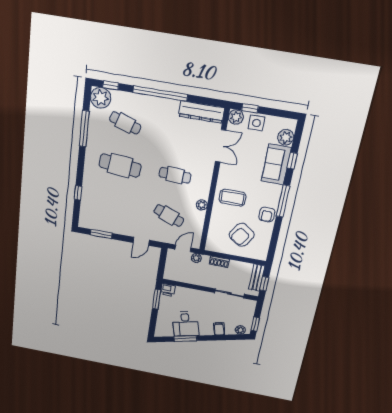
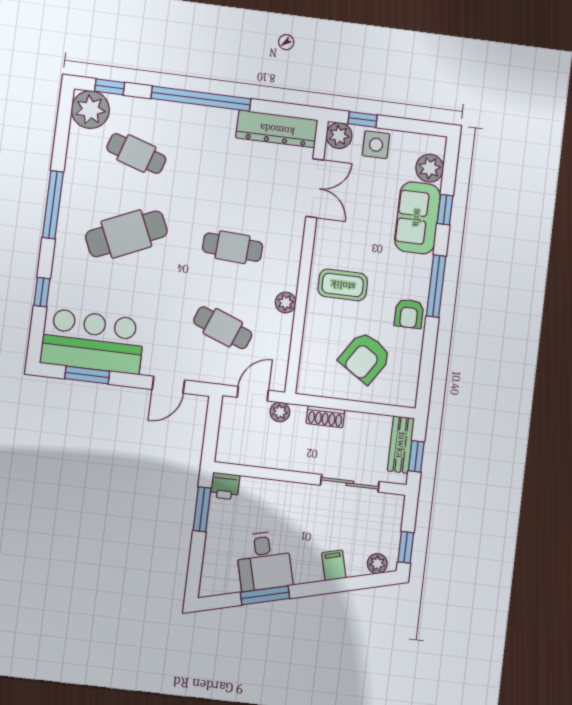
window: (84, 129) -> (53, 205), moved
cafe table: (120, 166) -> (126, 234), turned -30
bar counter: (104, 218) -> (93, 341), added

